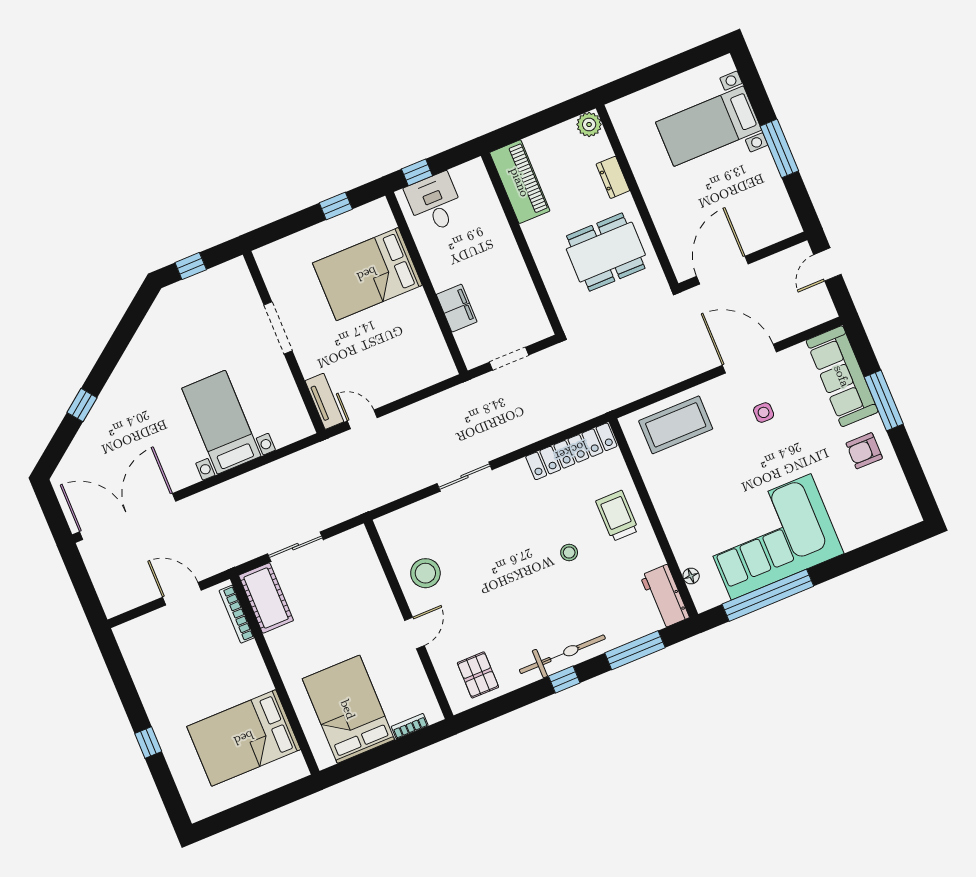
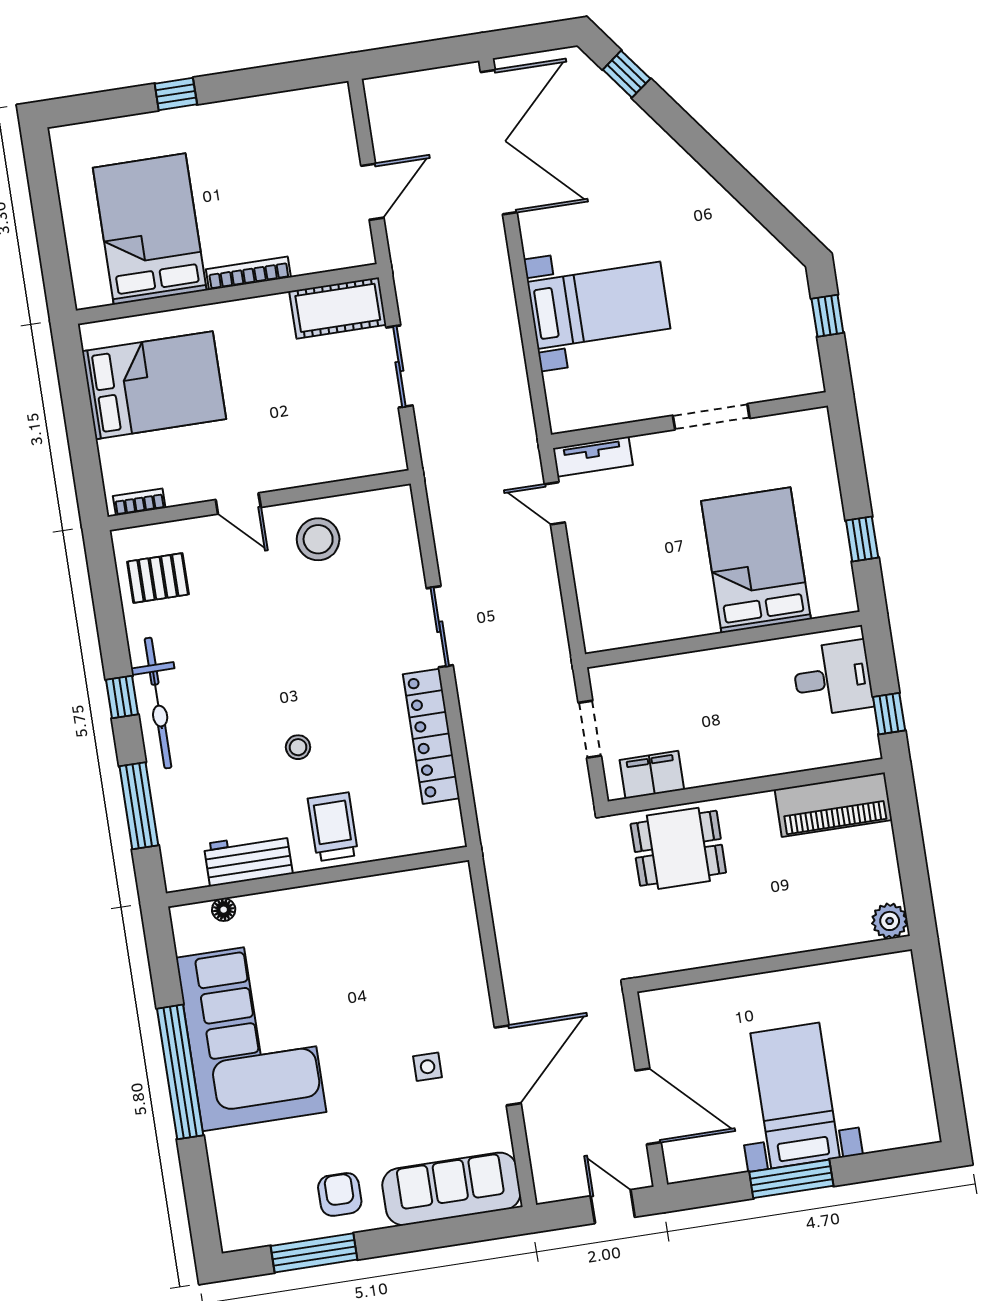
bed with nightstands: (709, 126) -> (795, 1096), moved
window: (417, 172) -> (889, 714), moved
dresser: (613, 177) -> (808, 936), removed
dining table: (606, 252) -> (678, 848), moved, width x0.73
door: (722, 270) -> (648, 1106), moved
filing cabinet: (457, 308) -> (652, 775), moved, turned 180
window: (884, 400) -> (314, 1253), moved
window: (82, 405) -> (627, 74), moved
door: (362, 419) -> (555, 503), swing flipped
coffee table: (676, 425) -> (440, 940), removed
locker: (571, 451) -> (431, 736), moved
trolley: (617, 516) -> (333, 827), turned -90
window: (768, 595) -> (180, 1072), moved
workbench: (665, 597) -> (248, 859), moved
bookcase: (237, 614) -> (248, 273), moved
bookcase: (410, 726) -> (139, 502), moved, turned -90

